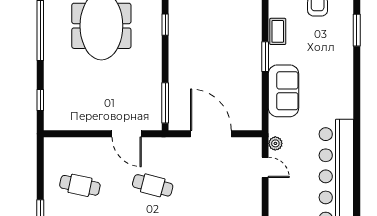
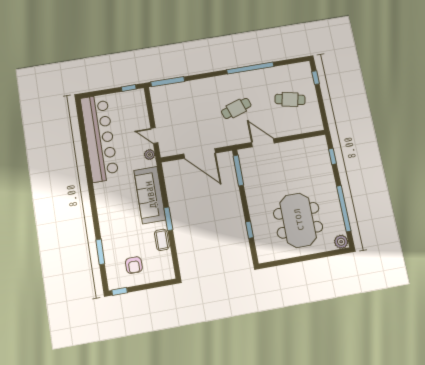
sofa: (284, 91) -> (150, 195), width x1.36
cafe table: (153, 185) -> (236, 108), turned -33

